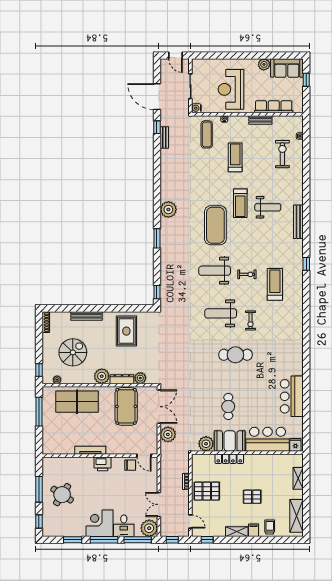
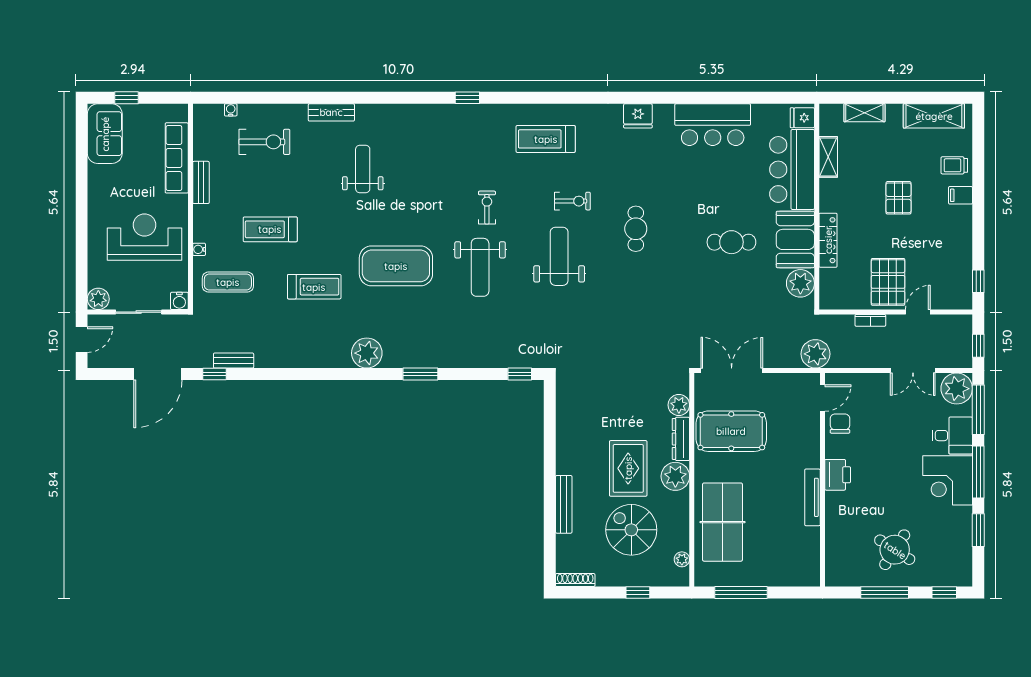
plant: (264, 64) -> (98, 299), moved
reception desk: (231, 89) -> (144, 237), turned 180
exercise bike: (282, 154) -> (264, 142), turned 180
treadmill: (240, 203) -> (314, 287), moved
bench: (298, 222) -> (331, 112), moved, width x0.73
treadmill: (275, 284) -> (546, 139), moved
weight bench: (221, 313) -> (559, 256), turned 180
rug: (126, 331) -> (628, 468), moved, turned 90
cafe table: (235, 355) -> (636, 229), width x0.73, depth x0.74
fridge: (296, 356) -> (638, 116), added
window: (39, 370) -> (638, 593), moved
plant: (168, 434) -> (815, 354), moved
door: (190, 522) -> (918, 312), moved
shelving: (237, 532) -> (828, 157), moved

